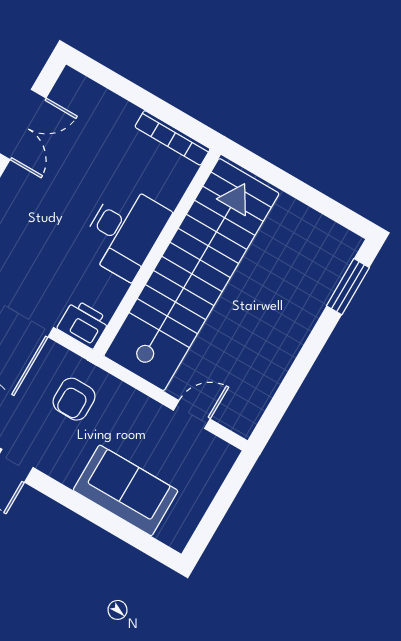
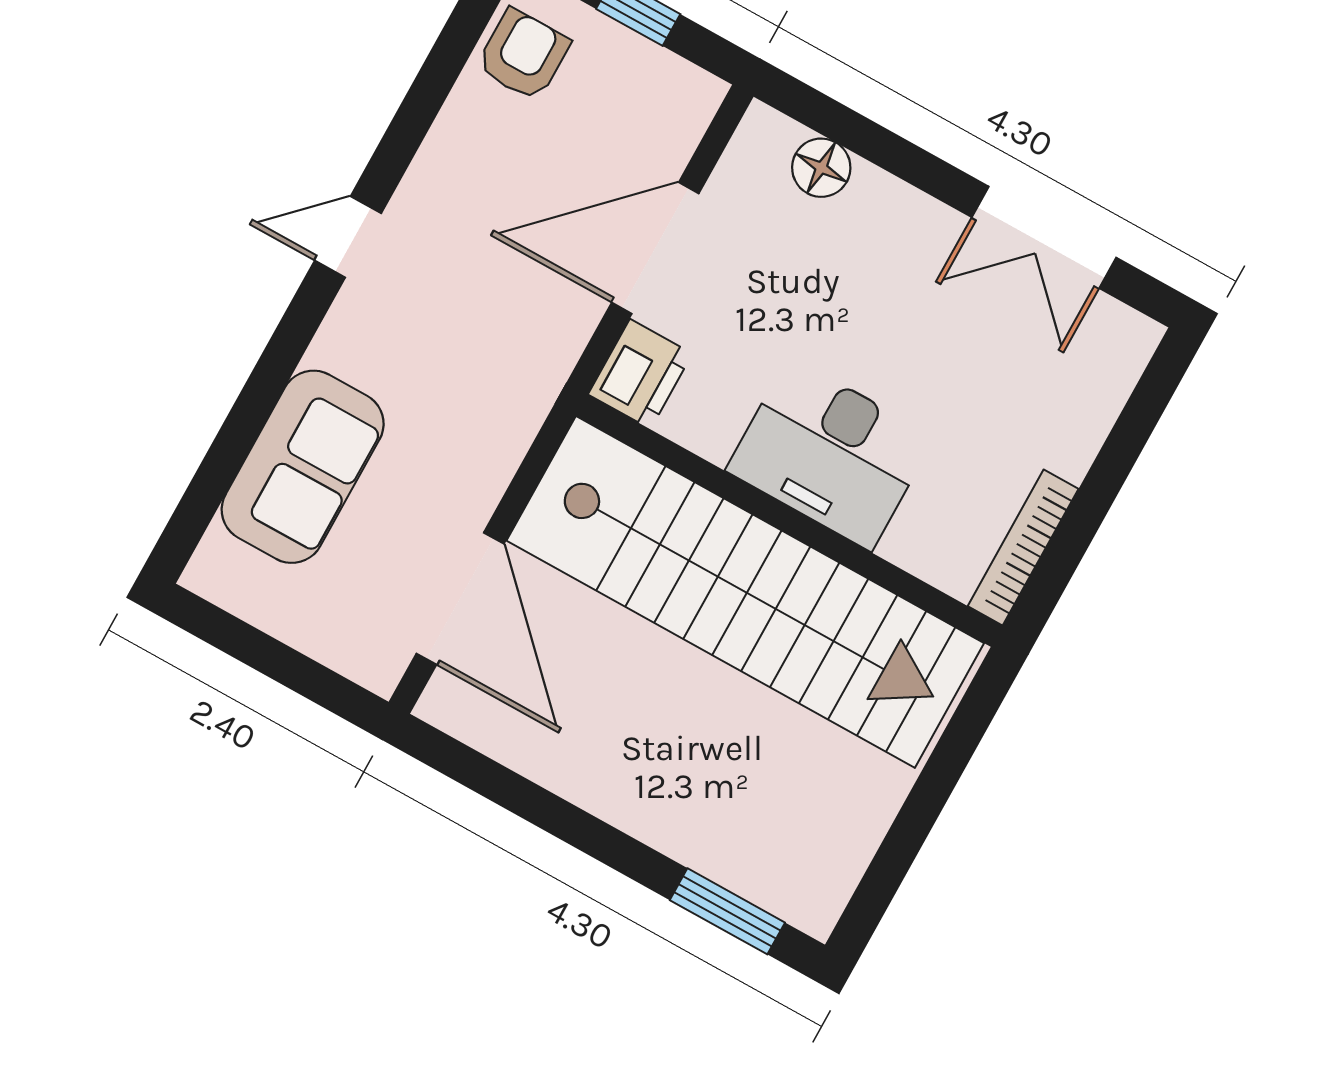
armchair: (74, 399) -> (486, 358), removed
door: (192, 415) -> (460, 599), width x1.88

